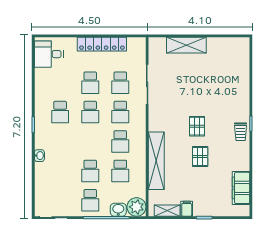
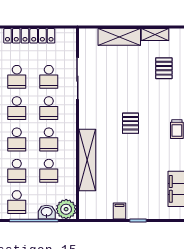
school desk: (90, 141) -> (17, 139), added
pallet: (200, 157) -> (164, 68), moved
shelving: (167, 211) -> (155, 35), moved

